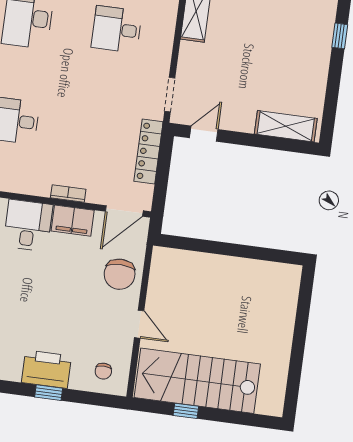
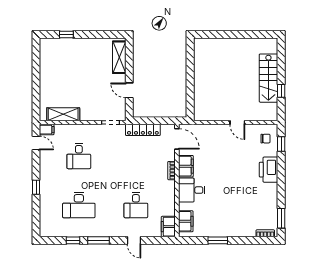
door: (204, 134) -> (129, 90), moved
chair: (120, 274) -> (212, 137), removed
door: (139, 324) -> (237, 123), swing flipped
stairs: (197, 381) -> (268, 78), width x0.73, depth x0.66
window: (49, 393) -> (281, 144), moved

